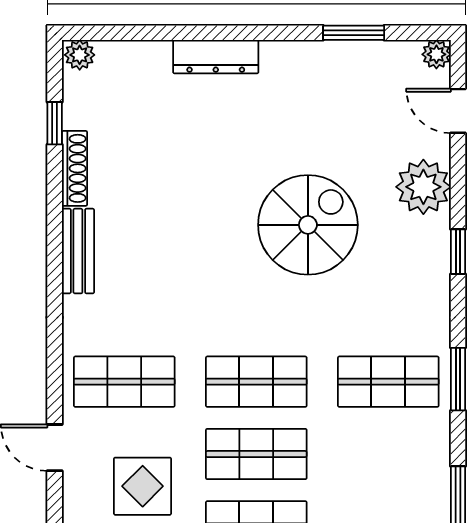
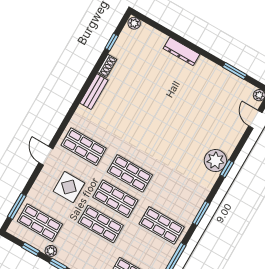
shoe rack: (74, 168) -> (107, 66), width x0.70
plant: (423, 187) -> (215, 161), moved
spiral stairs: (308, 225) -> (180, 129), removed
shop shelf: (388, 382) -> (162, 225), moved

